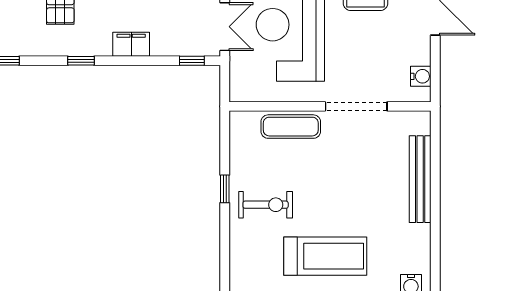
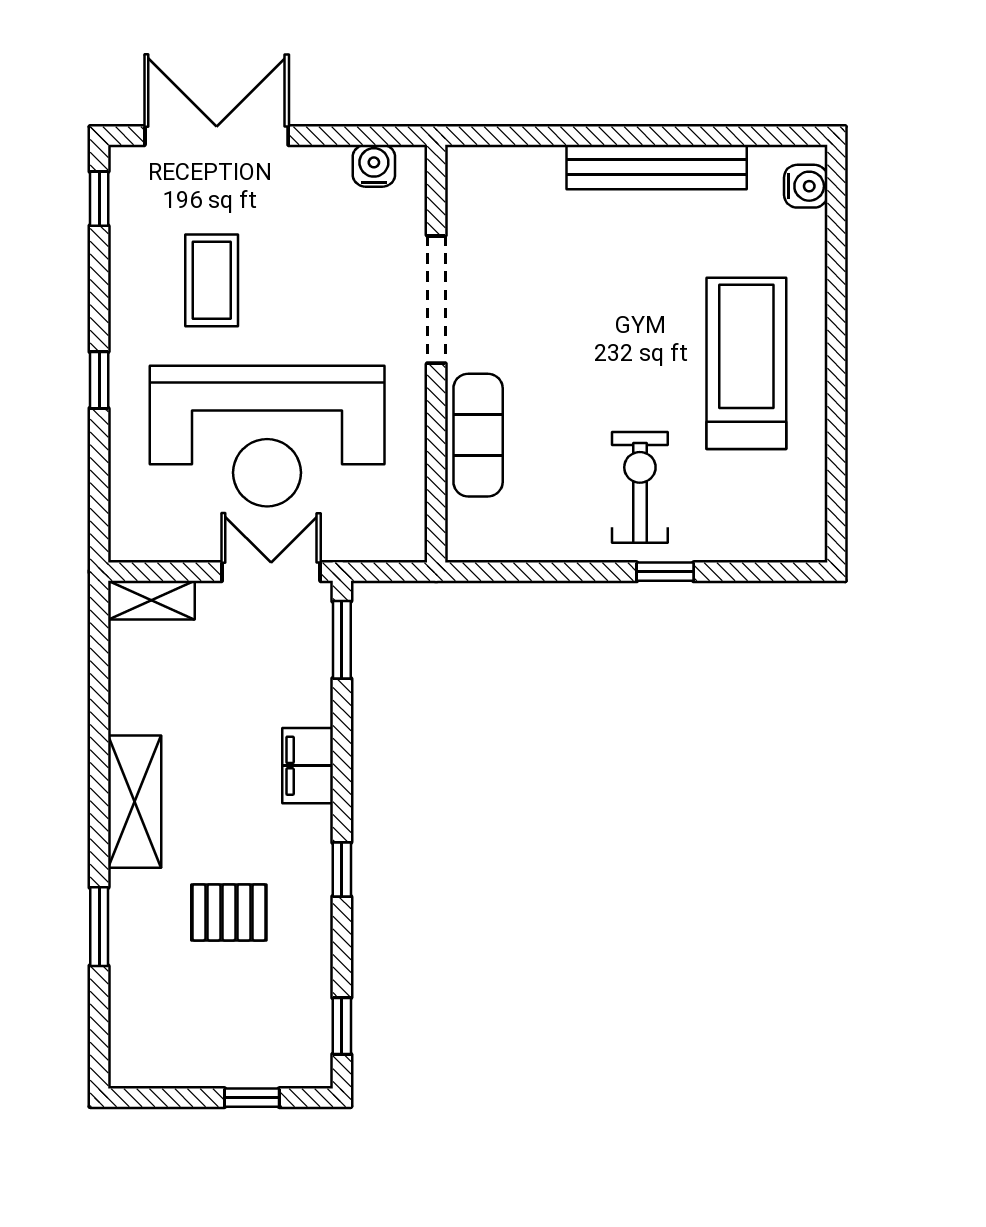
window: (192, 61) -> (342, 640), width x1.50
bench: (420, 179) -> (657, 167), moved
window: (225, 189) -> (665, 572), moved

